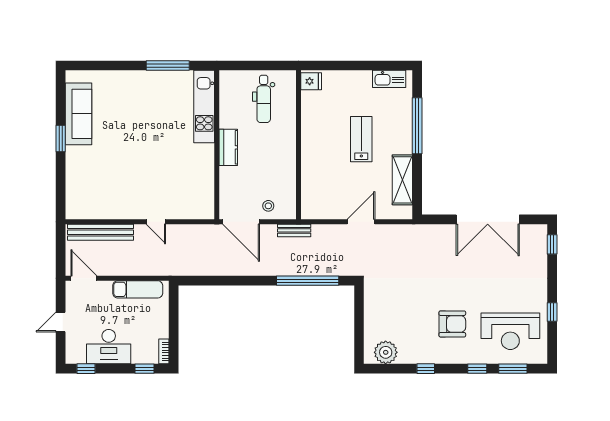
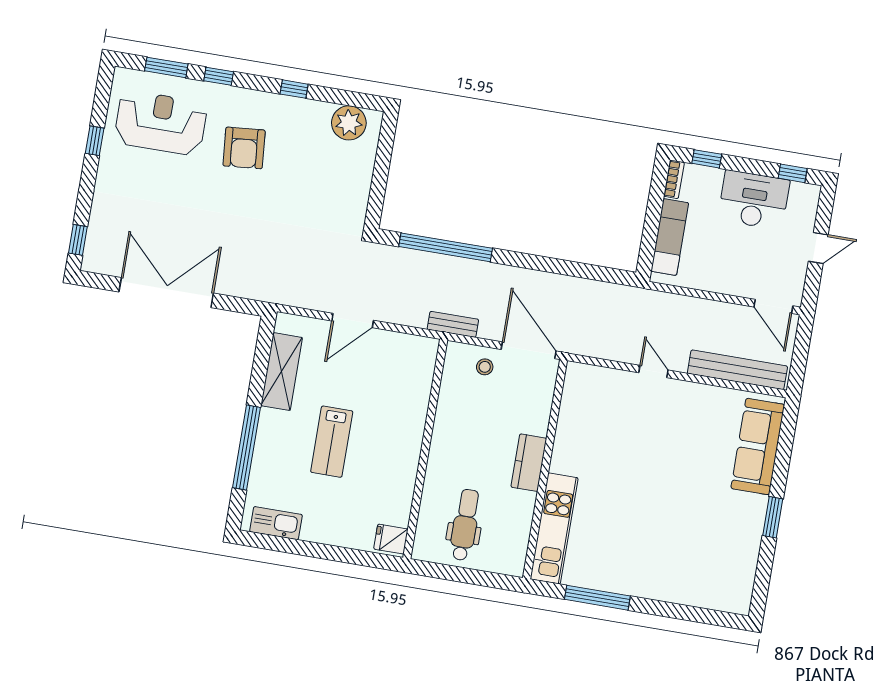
sofa: (78, 114) -> (758, 446), moved
exam couch: (138, 289) -> (670, 237), moved, turned 90
armchair: (452, 324) -> (244, 148), turned -95

